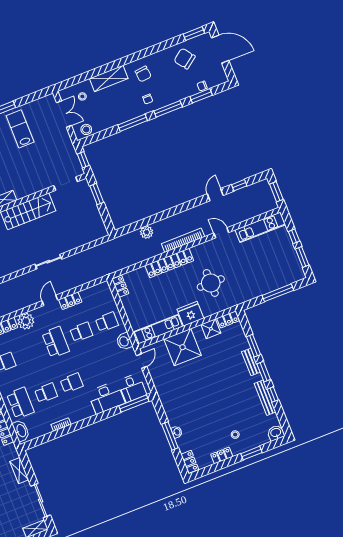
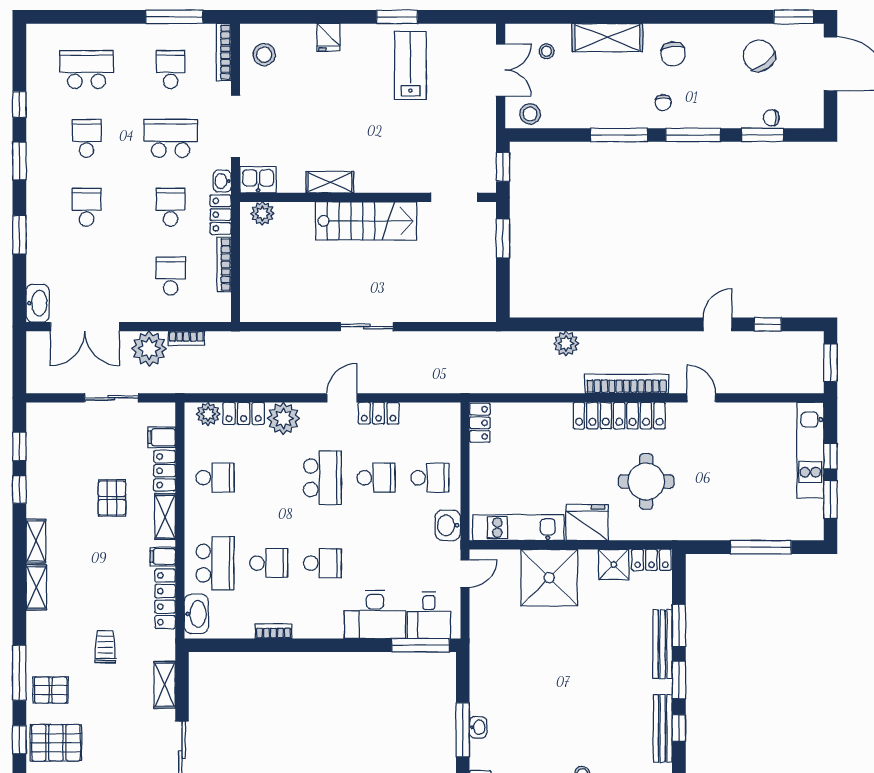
kitchen unit: (260, 227) -> (810, 450), moved, turned 90
locker: (169, 263) -> (619, 416), moved
bench: (251, 362) -> (663, 644), width x1.36

